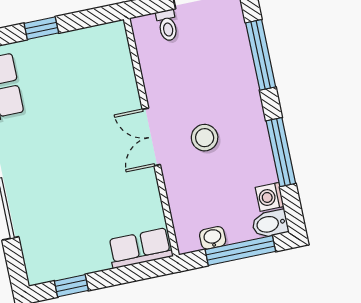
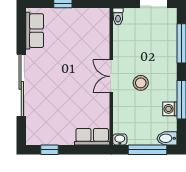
toilet: (167, 25) -> (118, 16), moved
washing machine: (270, 197) -> (170, 109), moved
washbasin: (213, 238) -> (120, 139), moved

